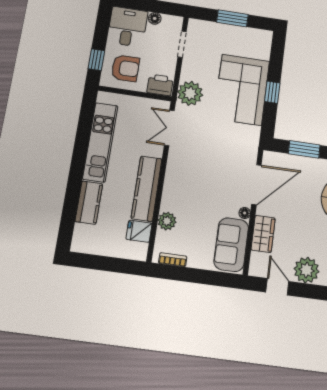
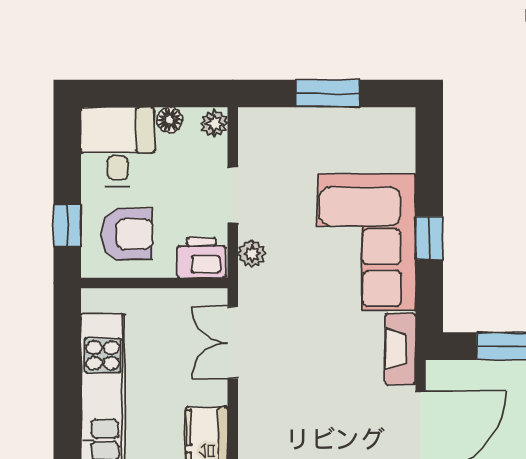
plant: (176, 24) -> (214, 124), added
doorway: (182, 44) -> (233, 195), moved
plant: (190, 93) -> (252, 254), width x0.53, depth x0.53
fireplace: (252, 143) -> (400, 349), added

